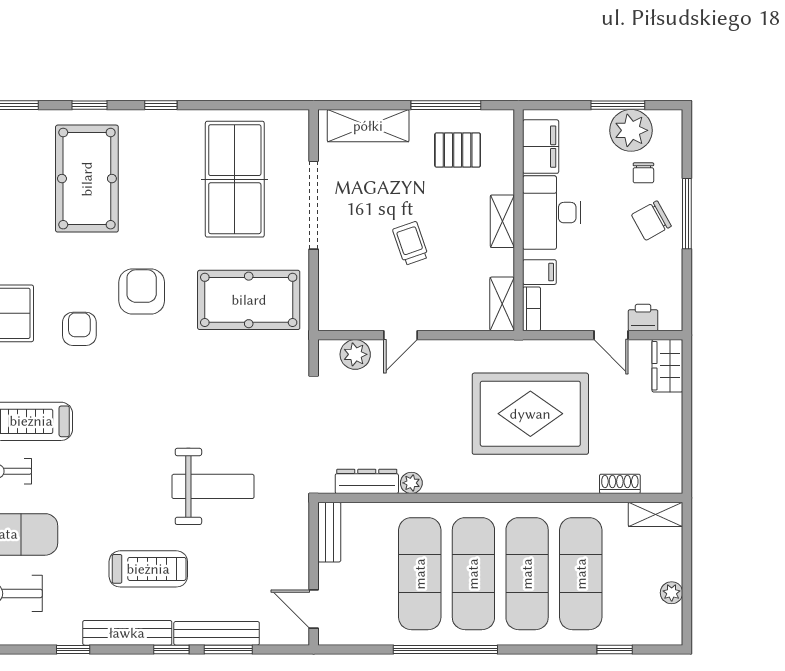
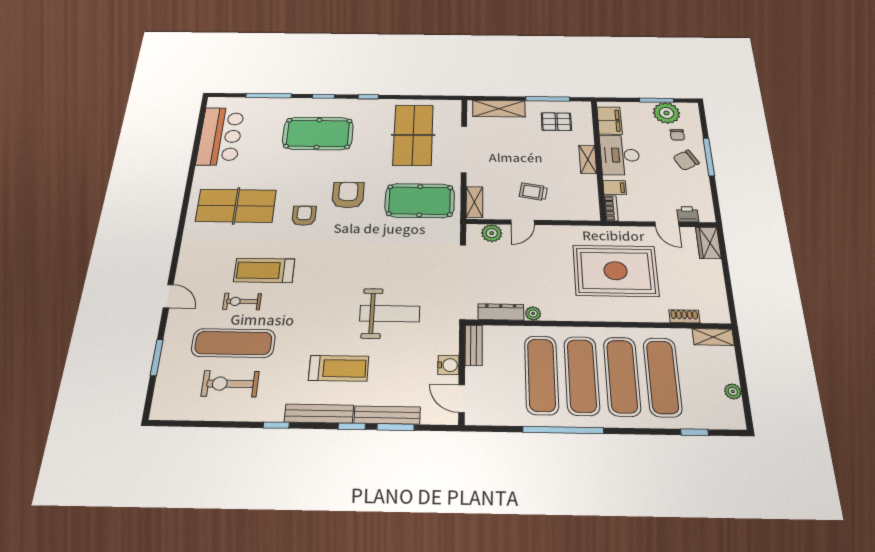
pool table: (87, 179) -> (318, 133), turned 90
trolley: (411, 243) -> (533, 192), moved, turned -61
shelving: (502, 304) -> (474, 202), moved
water cooler: (295, 562) -> (448, 365), added

